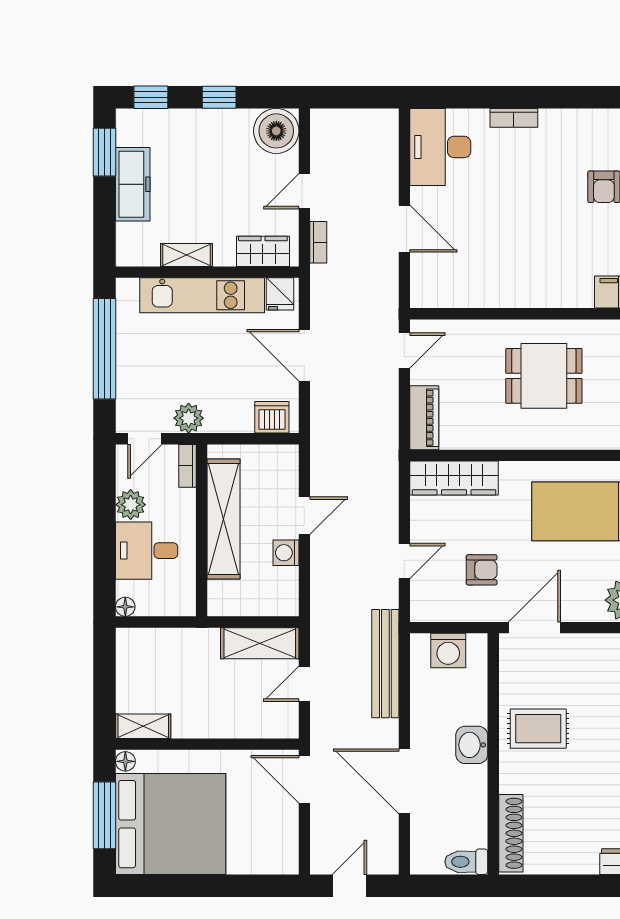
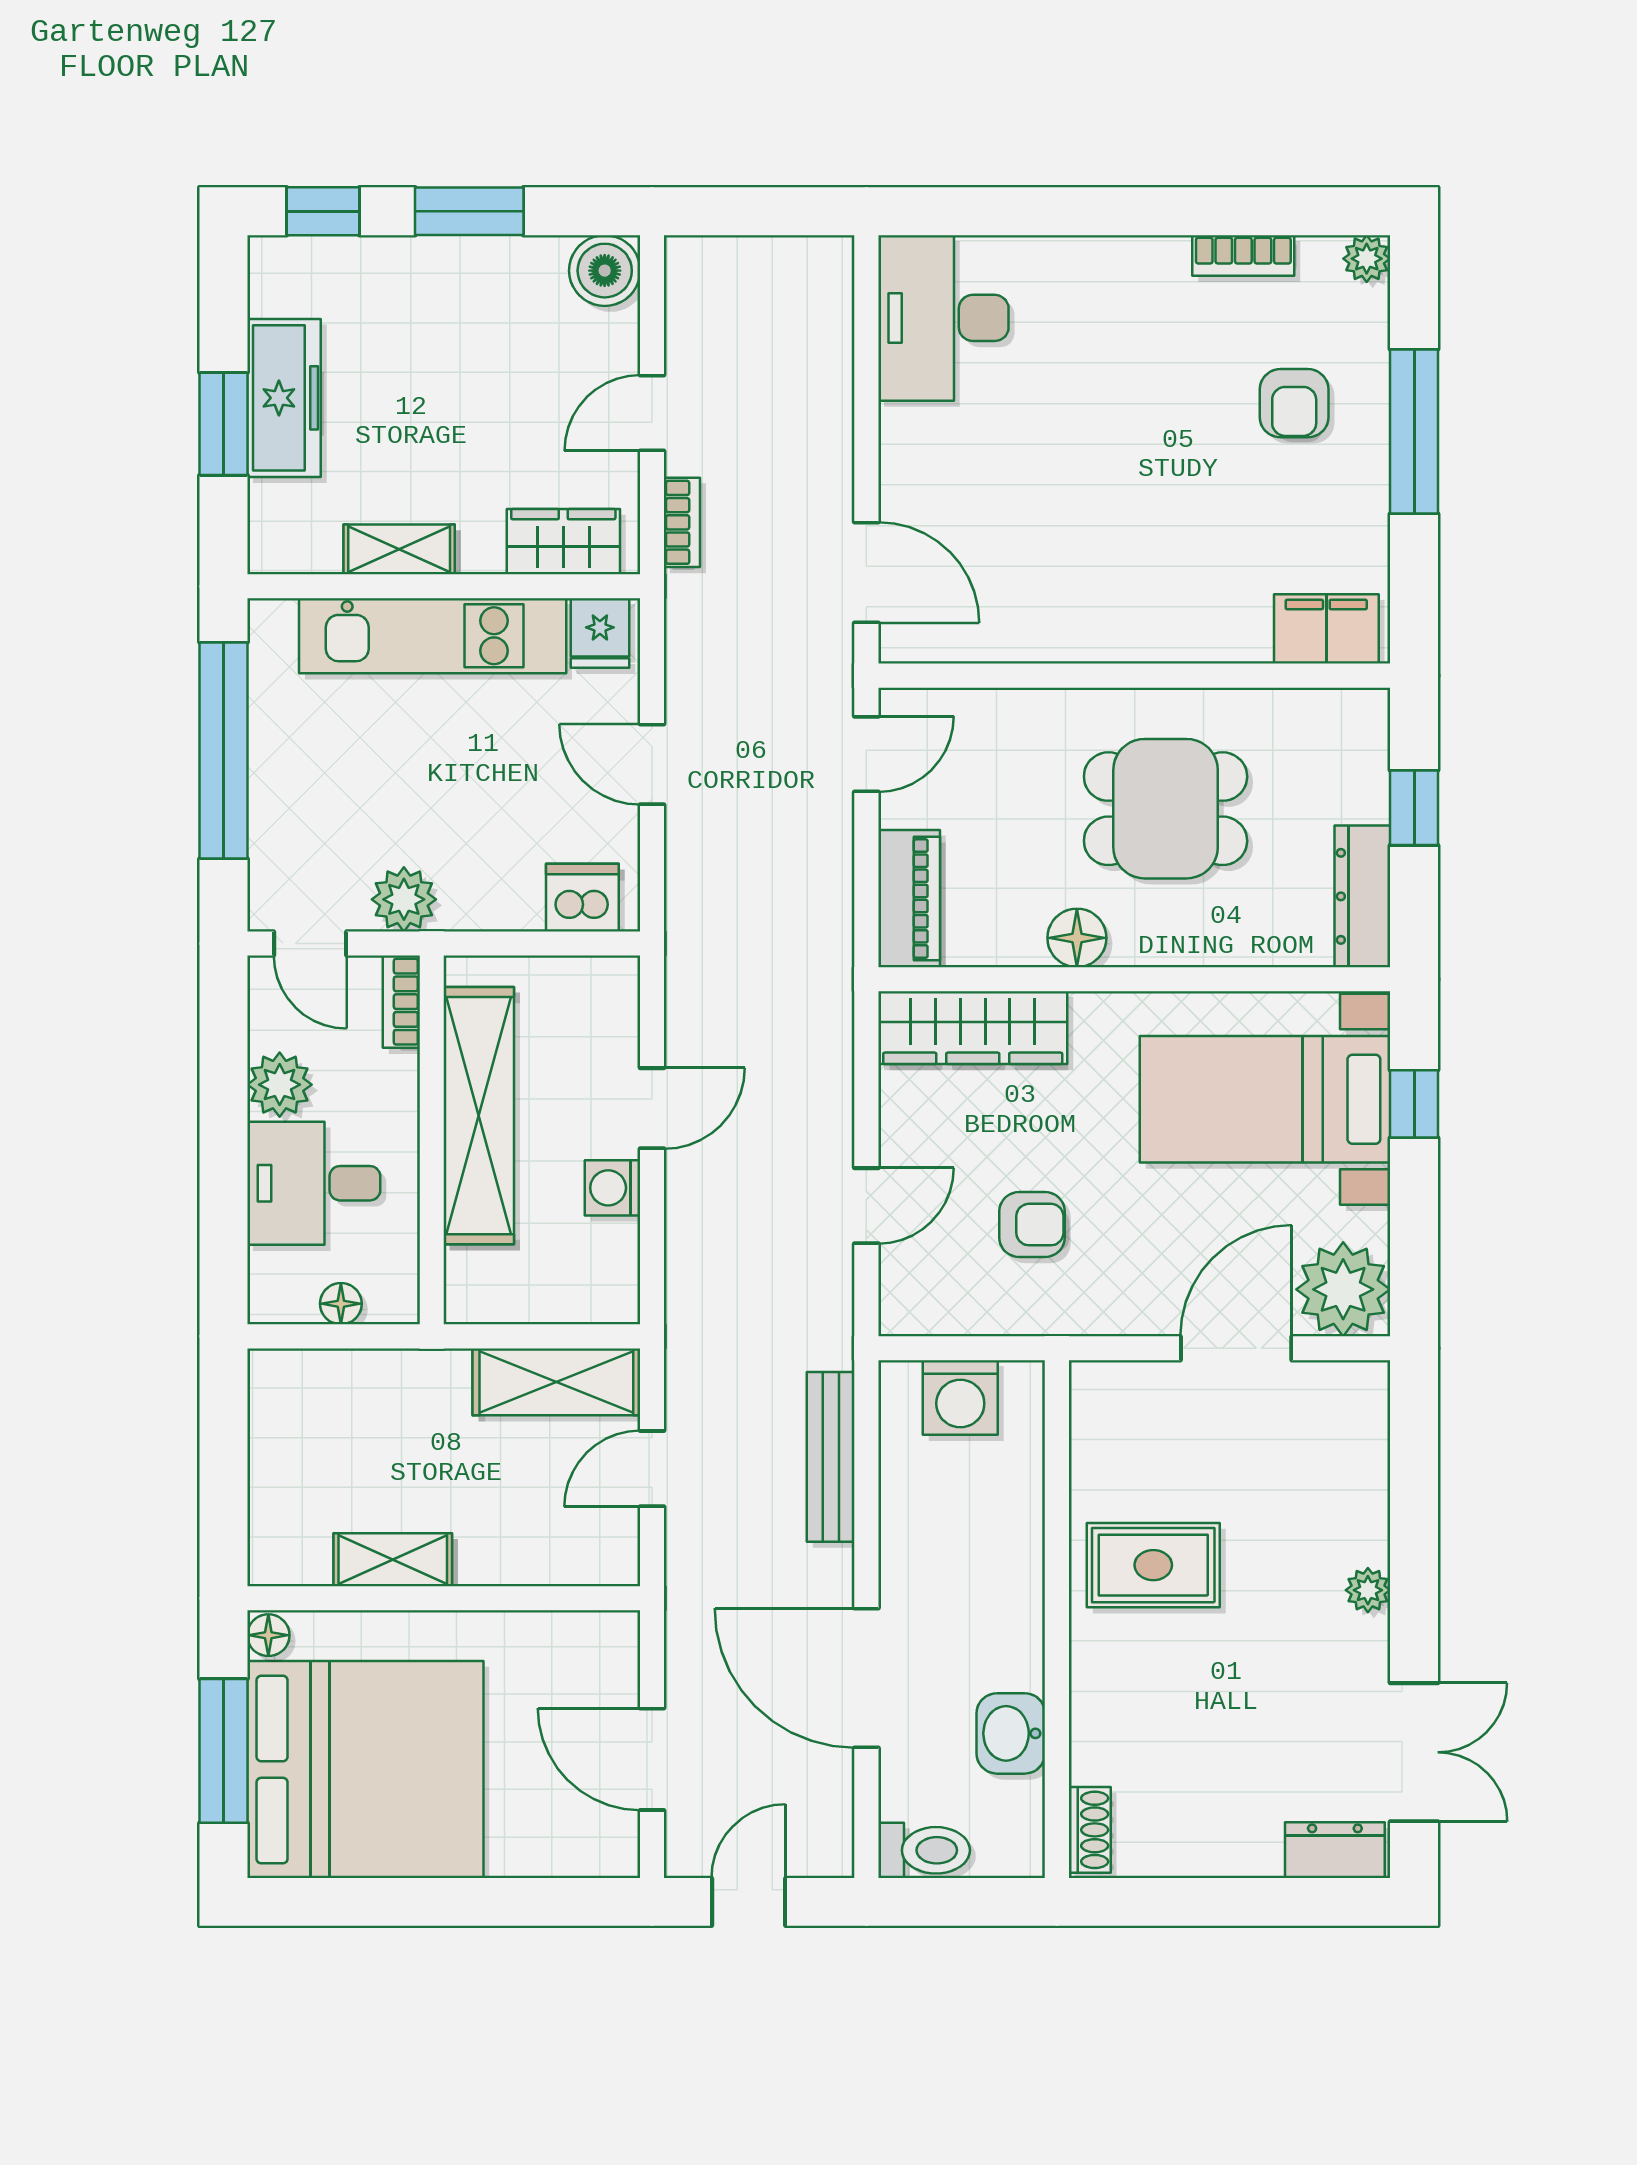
window: (219, 97) -> (469, 211), width x1.50
bookcase: (514, 118) -> (1243, 255), moved
boiler: (276, 131) -> (605, 271), width x0.73, depth x0.73
window: (104, 152) -> (223, 424), moved
door: (404, 229) -> (866, 572), moved
door: (304, 355) -> (652, 764), width x0.73
floor lamp: (503, 436) -> (1077, 938), added
door: (145, 439) -> (310, 943), hinge flipped
floor lamp: (125, 607) -> (341, 1304), moved
door: (534, 628) -> (1236, 1348), moved
bench: (385, 664) -> (831, 1457), width x0.73, depth x0.82
shelving: (143, 726) -> (393, 1560), moved
washbasin: (472, 745) -> (1011, 1733), moved
door: (304, 779) -> (652, 1759), moved
shoe rack: (511, 833) -> (1090, 1830), width x0.51, depth x0.81
toilet: (466, 862) -> (924, 1850), moved, turned 180

